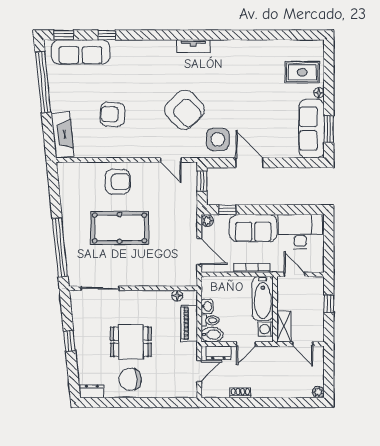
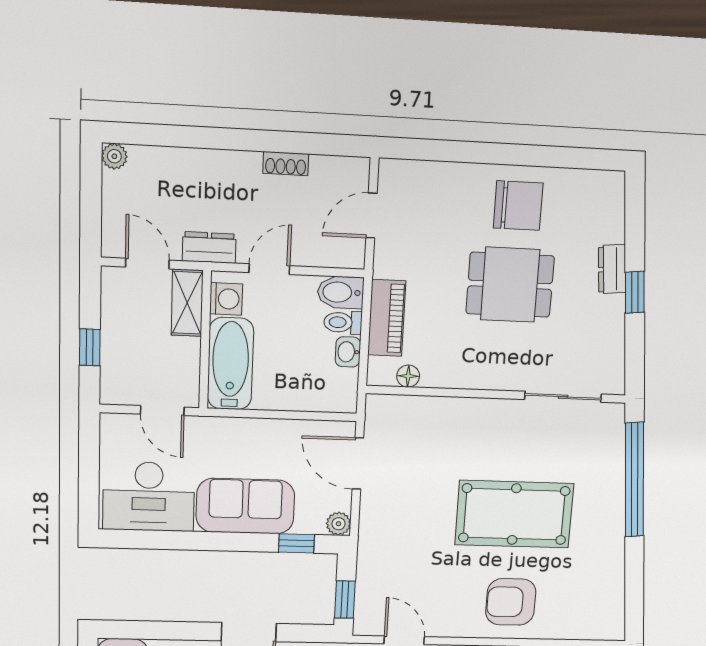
bookcase: (252, 268) -> (251, 427), removed
dresser: (218, 353) -> (209, 248), moved
dresser: (92, 391) -> (612, 269), moved, turned 84

